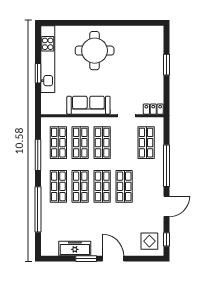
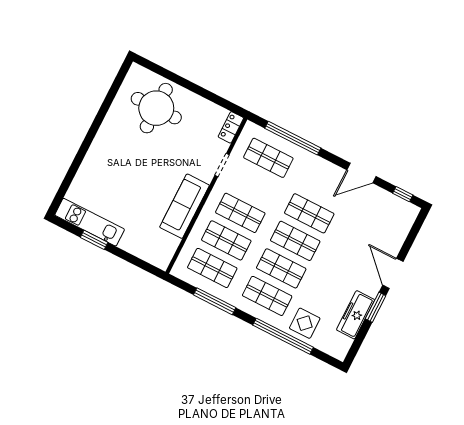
round table: (95, 51) -> (156, 108), moved
kitchen unit: (48, 59) -> (90, 222), width x0.73
window: (166, 65) -> (184, 82), removed
window: (38, 73) -> (94, 240), moved
window: (166, 166) -> (293, 138), moved
door: (166, 206) -> (361, 173), swing flipped
display table: (149, 241) -> (305, 323), moved
door: (113, 259) -> (393, 273), hinge flipped

